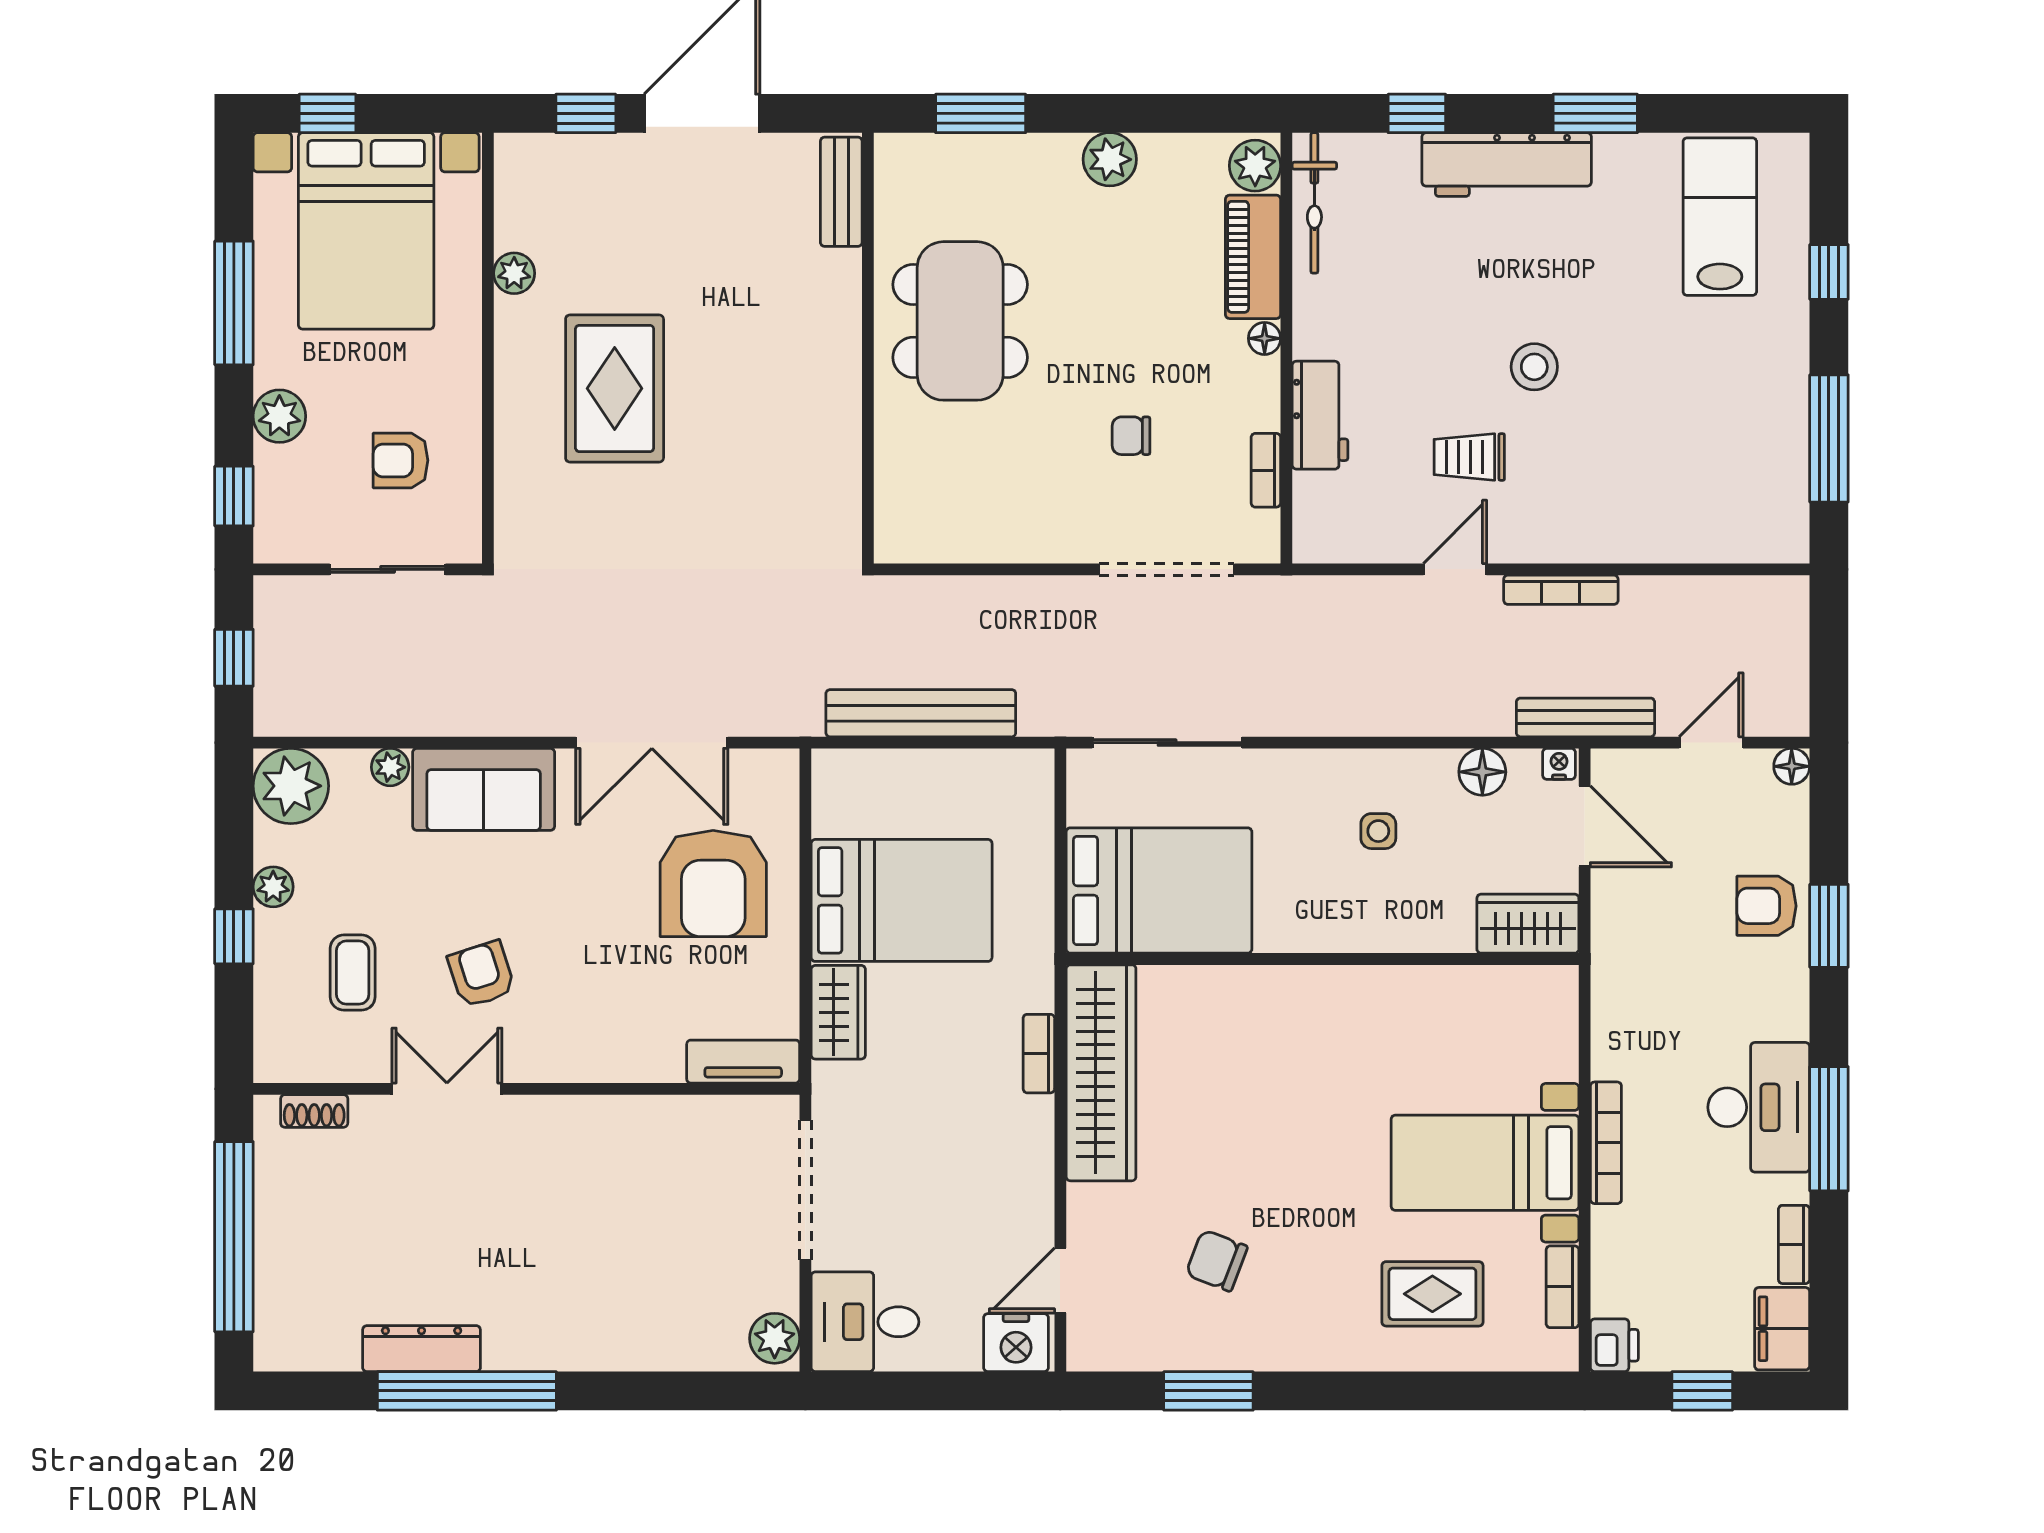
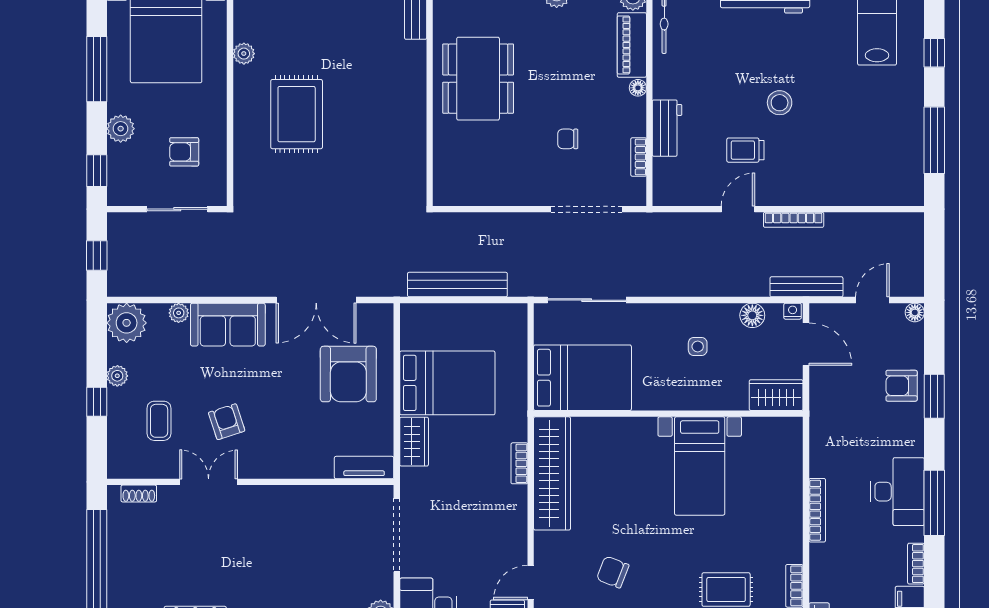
bed with nightstands: (1485, 1163) -> (700, 466), moved, turned -90

